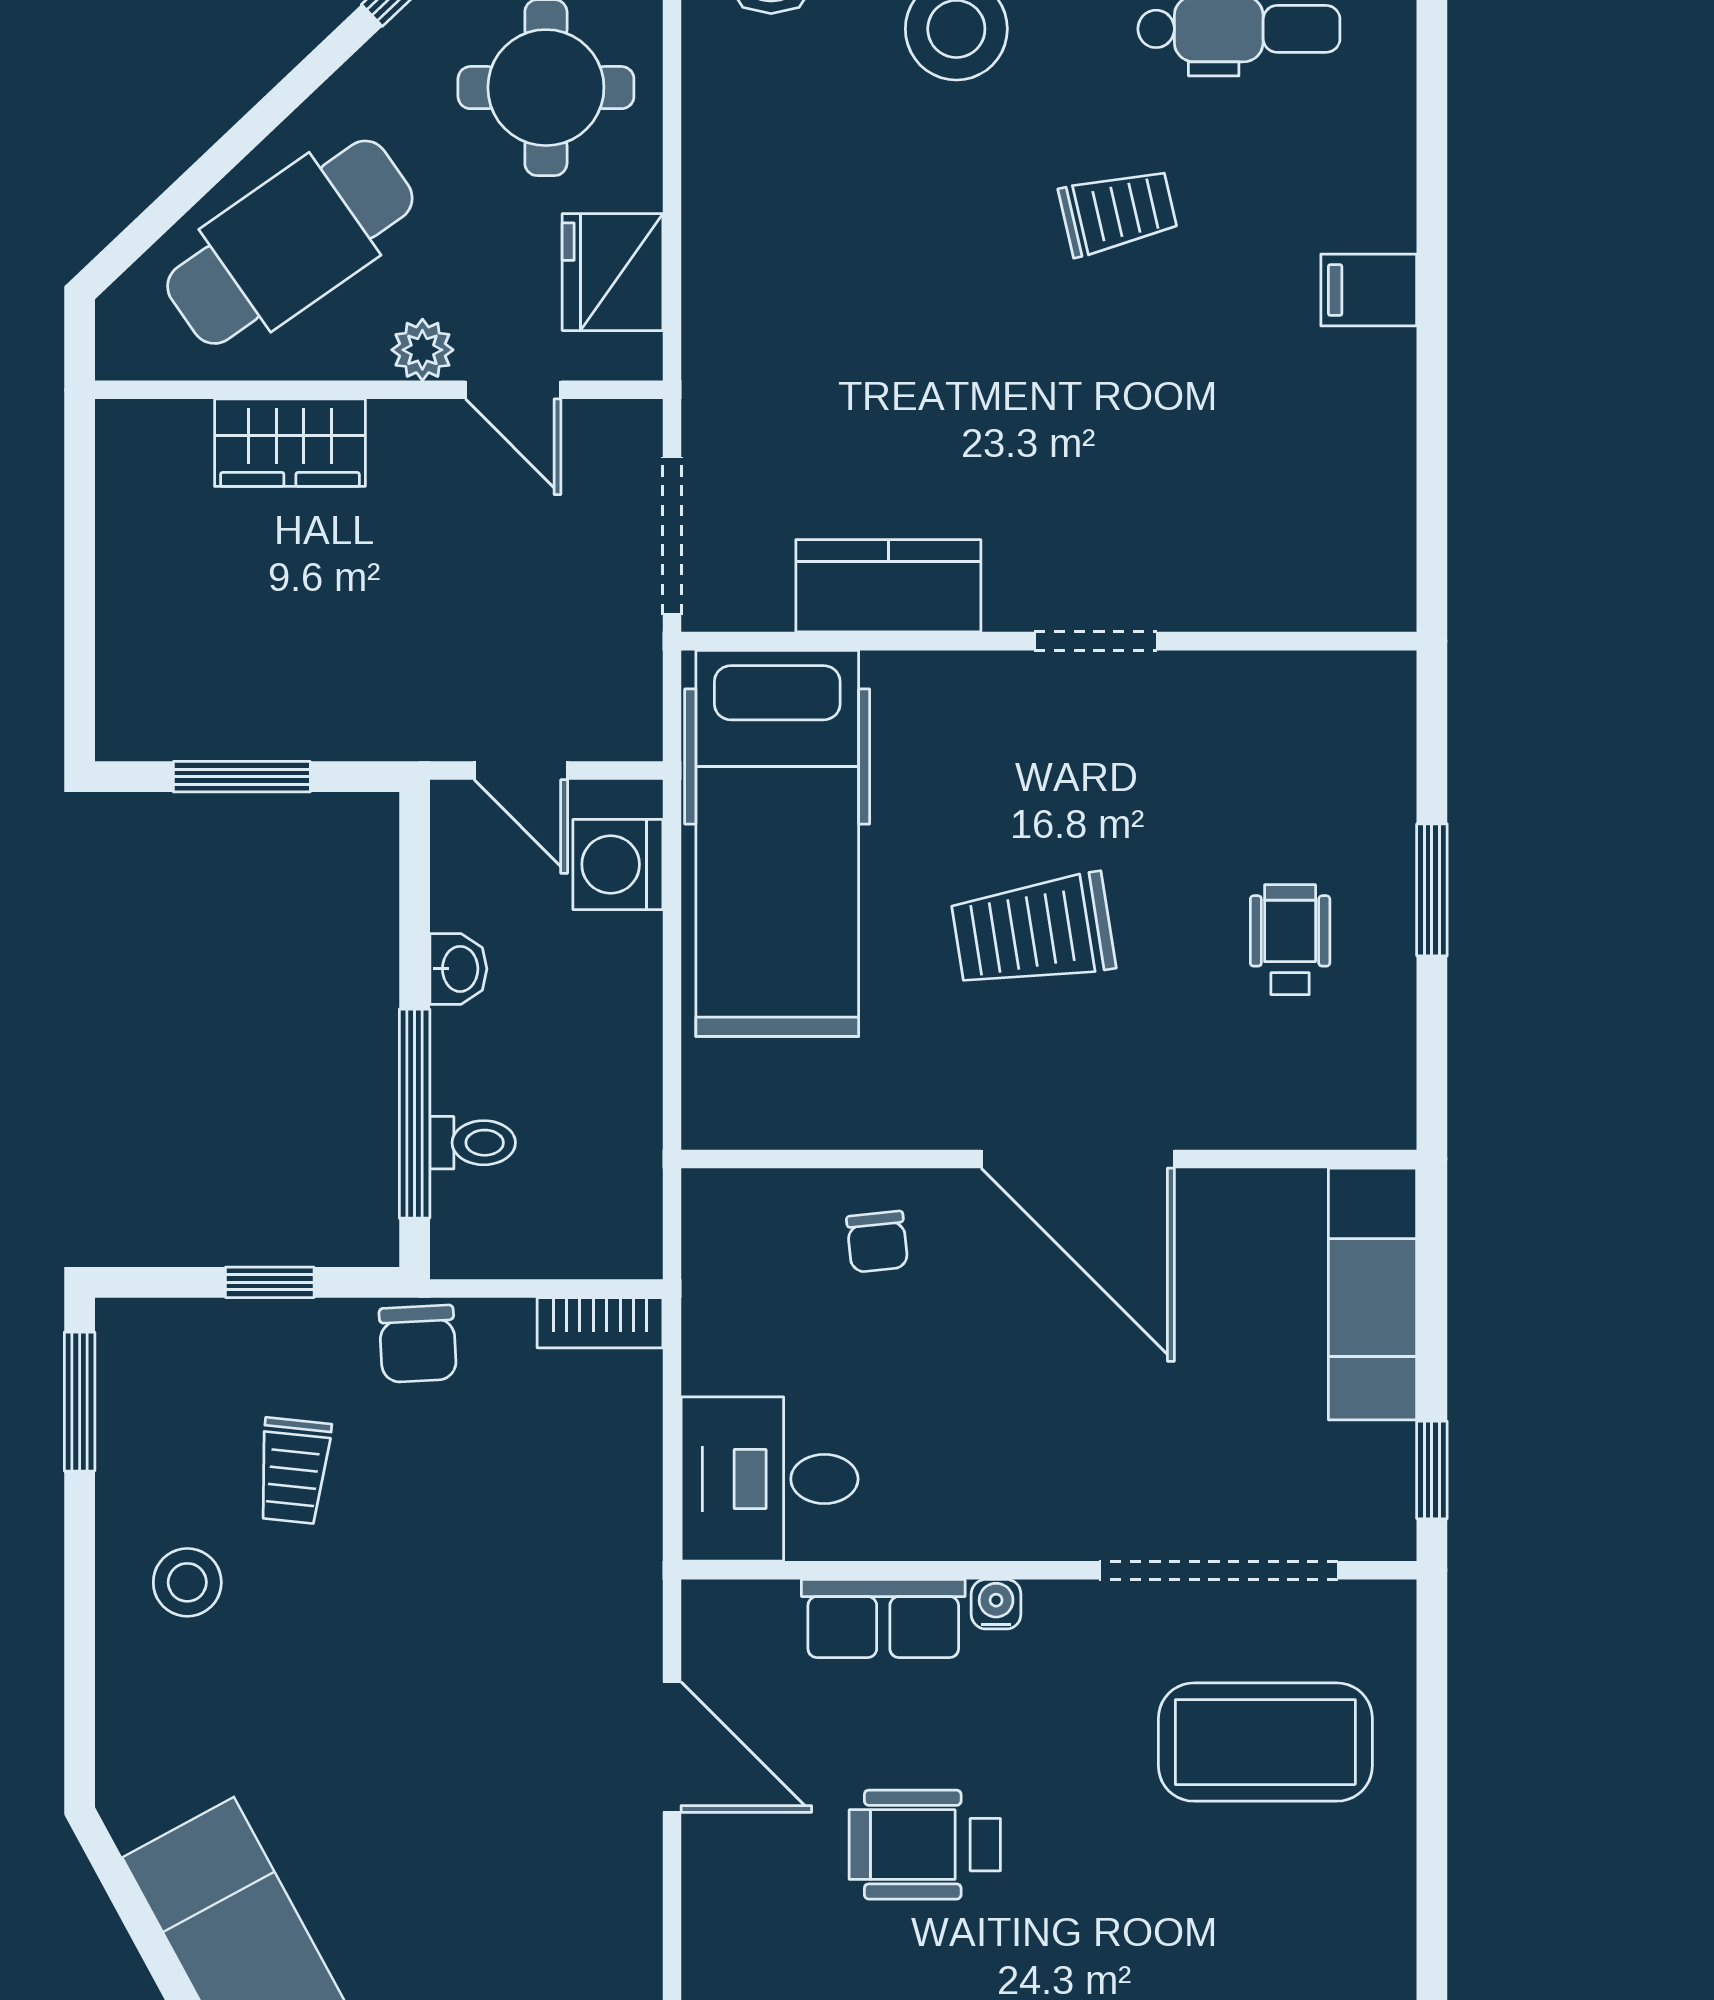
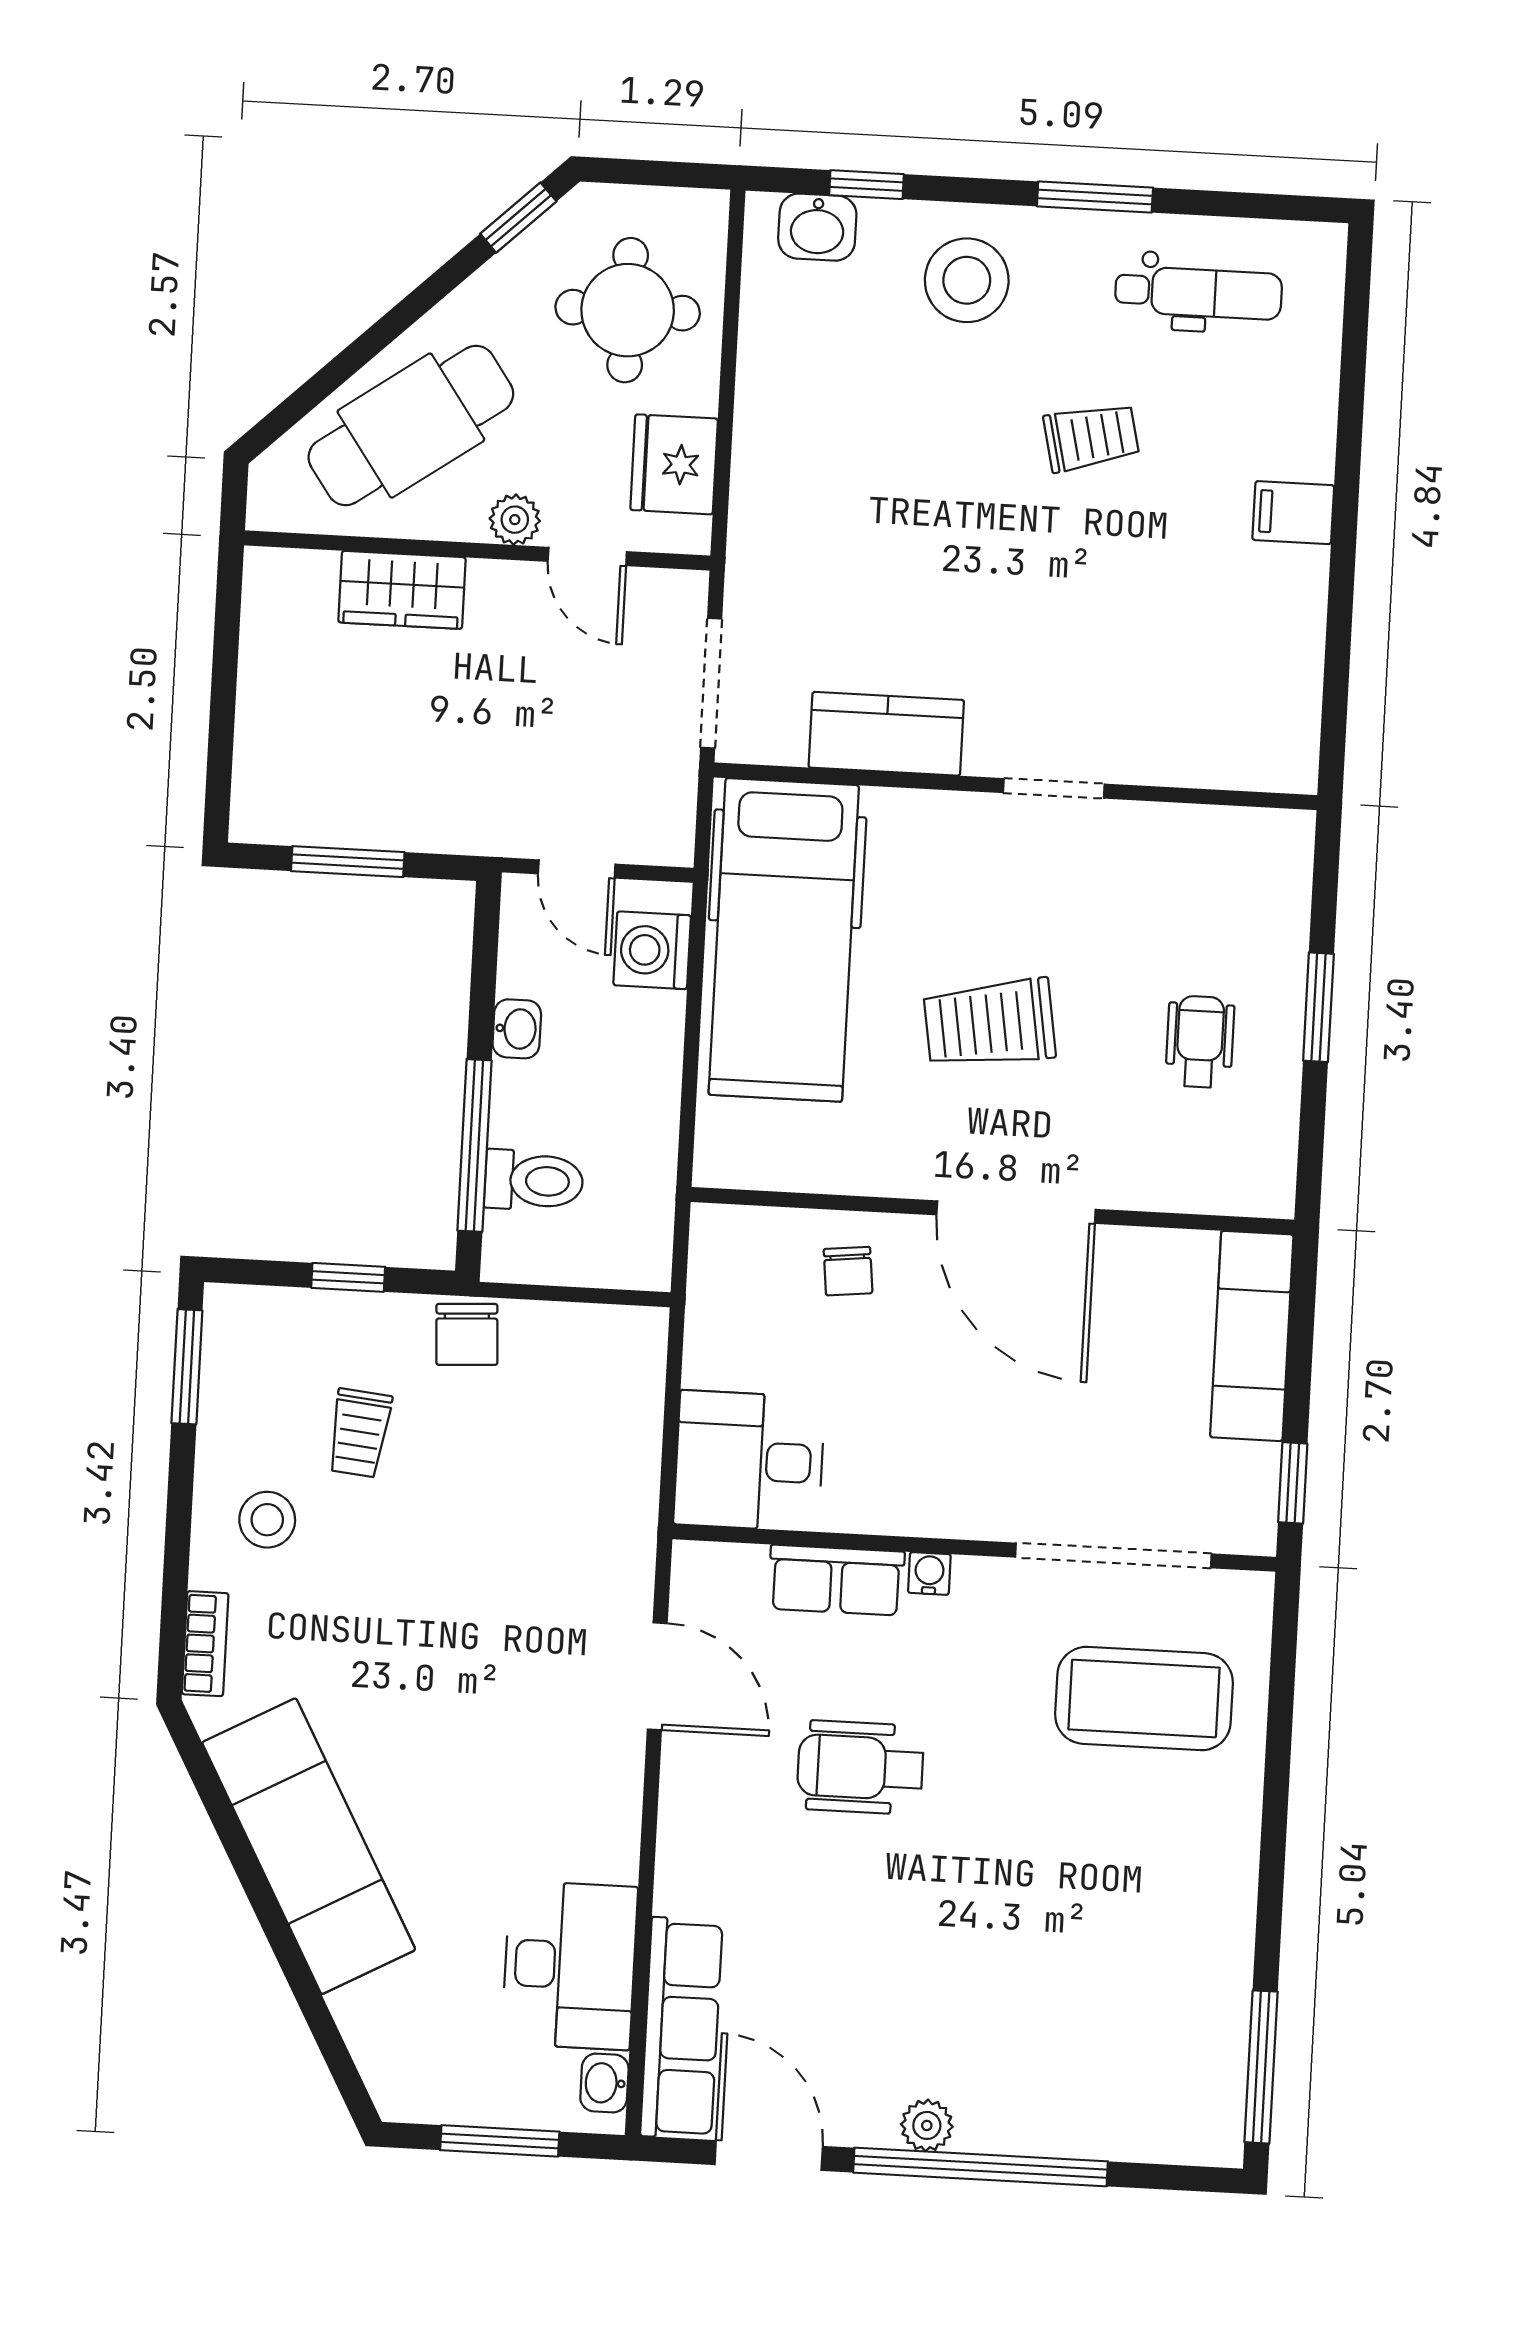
toilet: (473, 1143) -> (534, 1181), width x1.37, depth x1.39
bookcase: (600, 1323) -> (205, 1644), moved, turned -90

